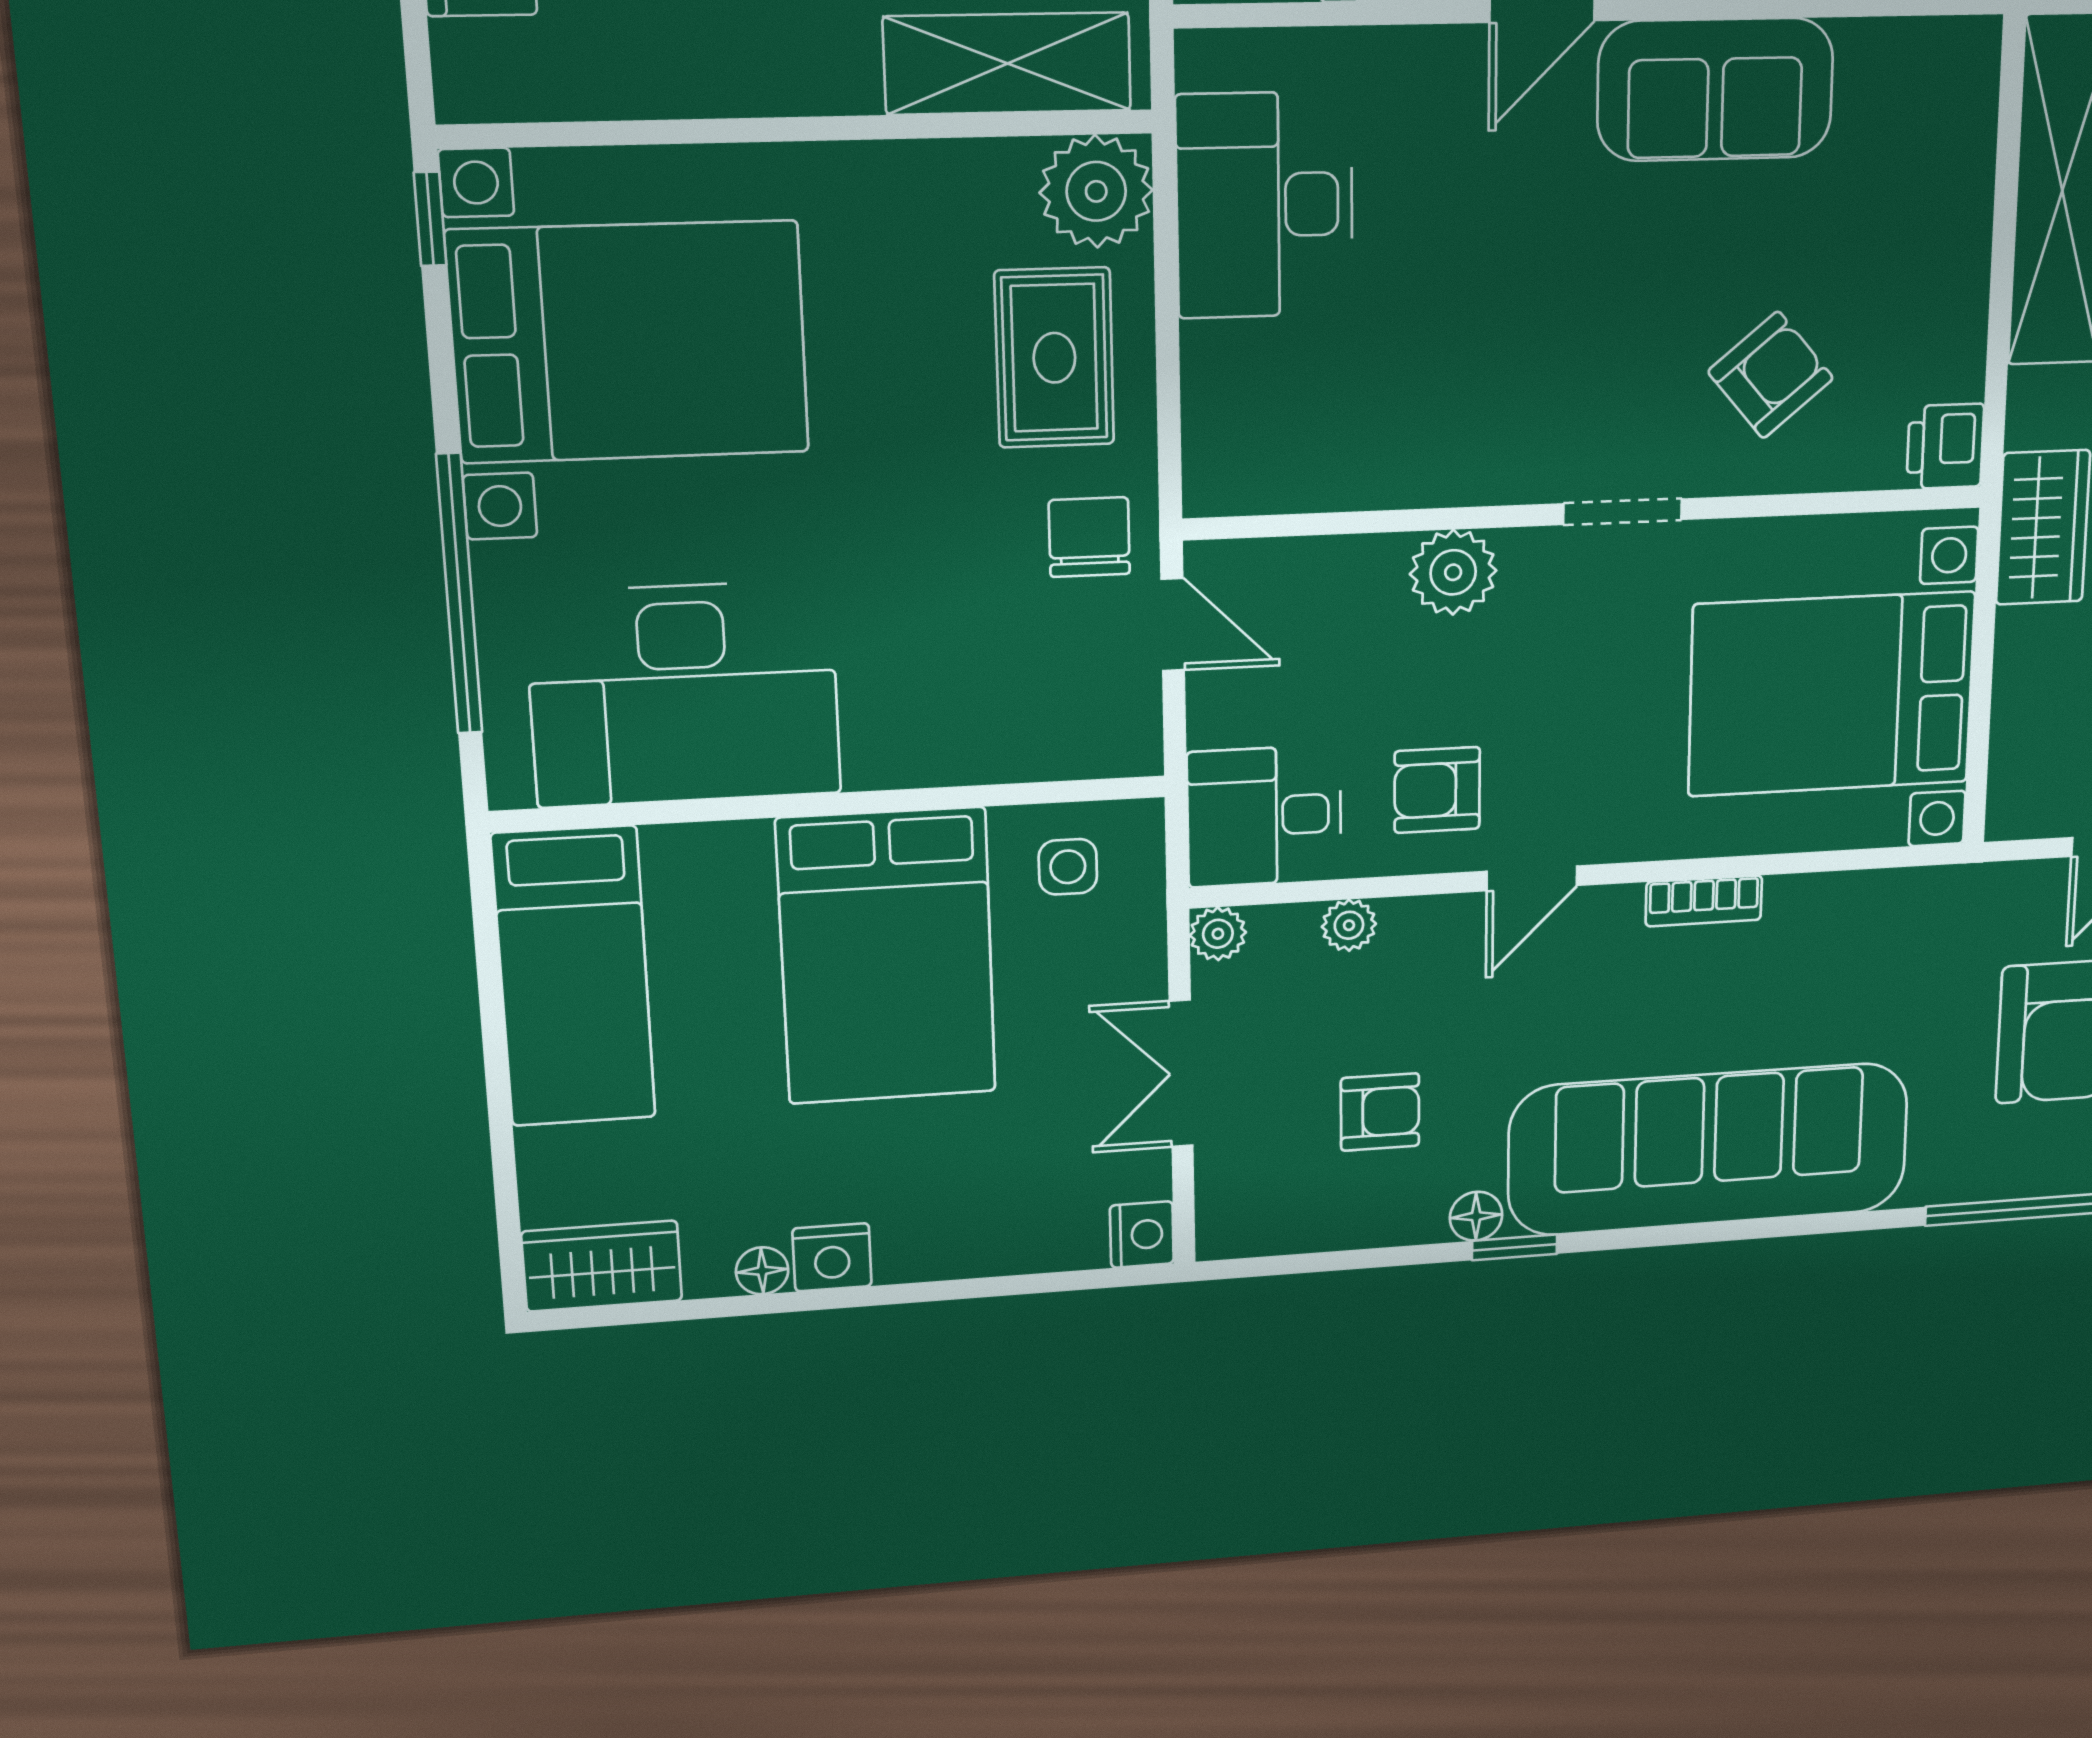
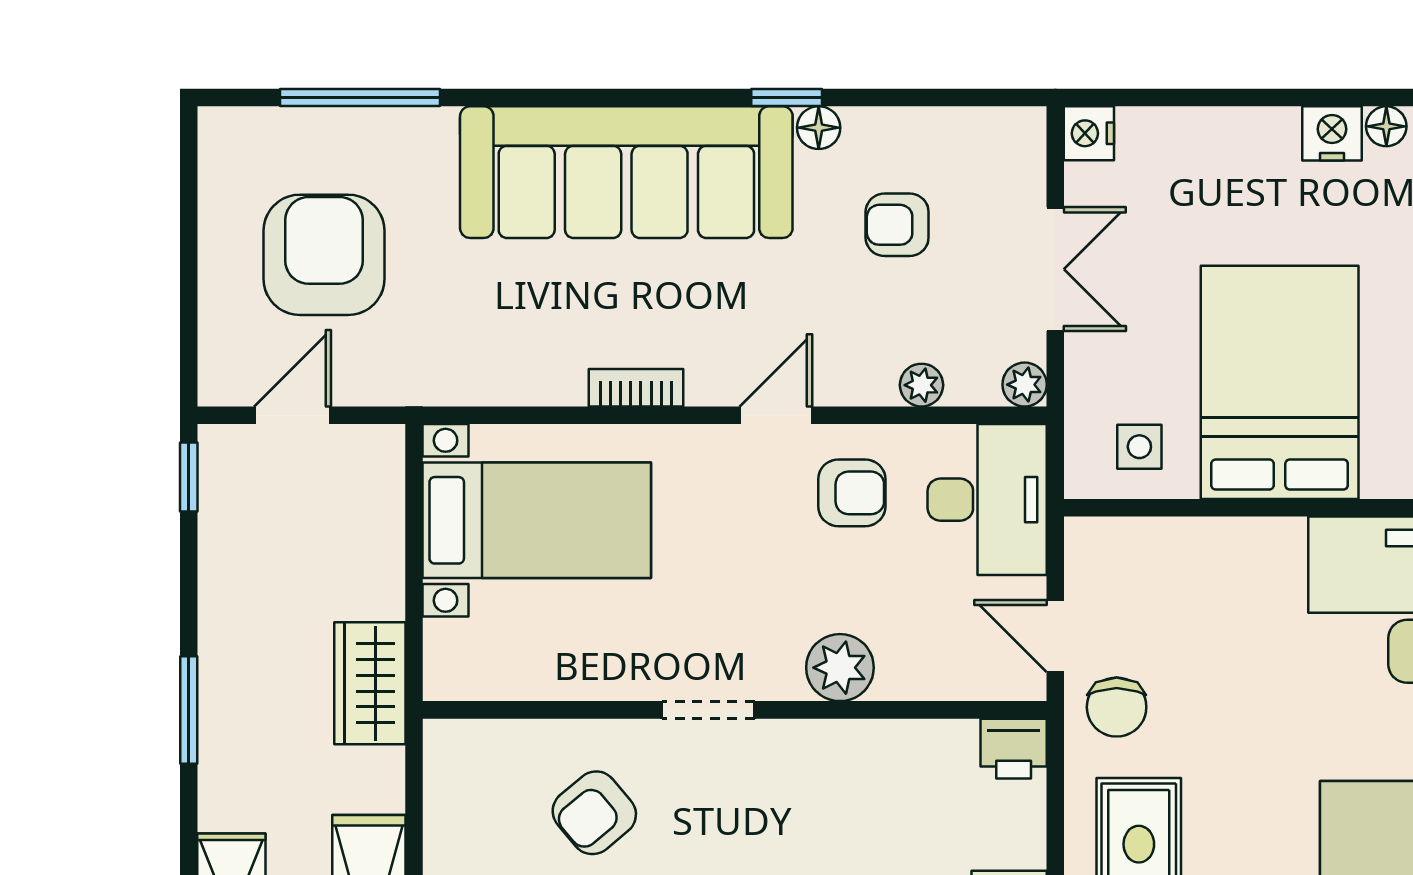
printer: (1945, 446) -> (1014, 749), moved, turned 90
bed with nightstands: (1832, 694) -> (537, 520), width x0.73
desk: (1264, 816) -> (987, 500), width x1.37

